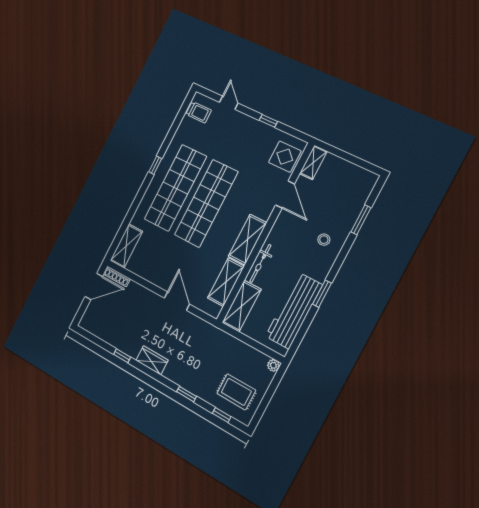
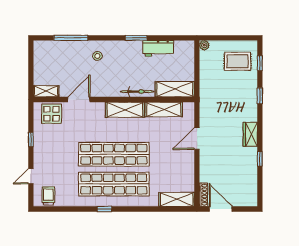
window: (361, 220) -> (71, 38), width x1.44
workbench: (294, 311) -> (158, 48), width x0.53, depth x0.76
rug: (236, 392) -> (238, 61), turned 90

